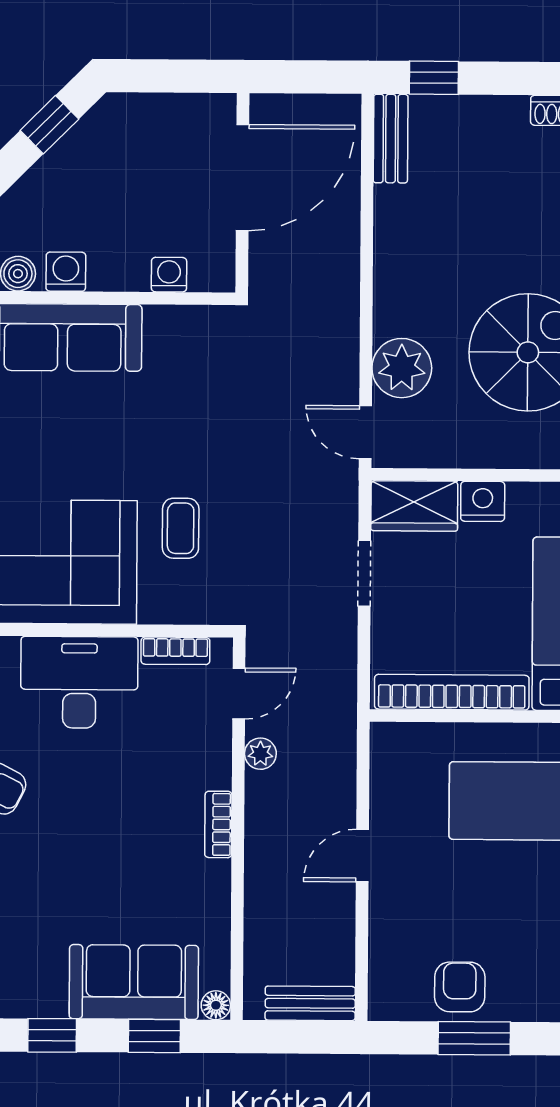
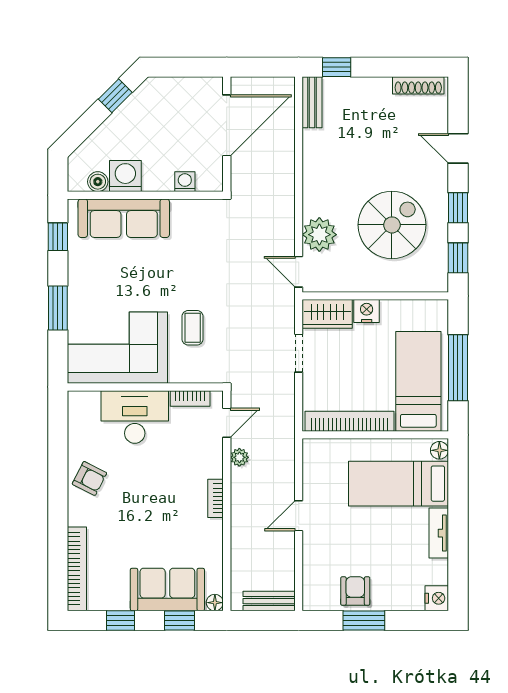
washing machine: (66, 272) -> (125, 176), width x1.38, depth x1.38

